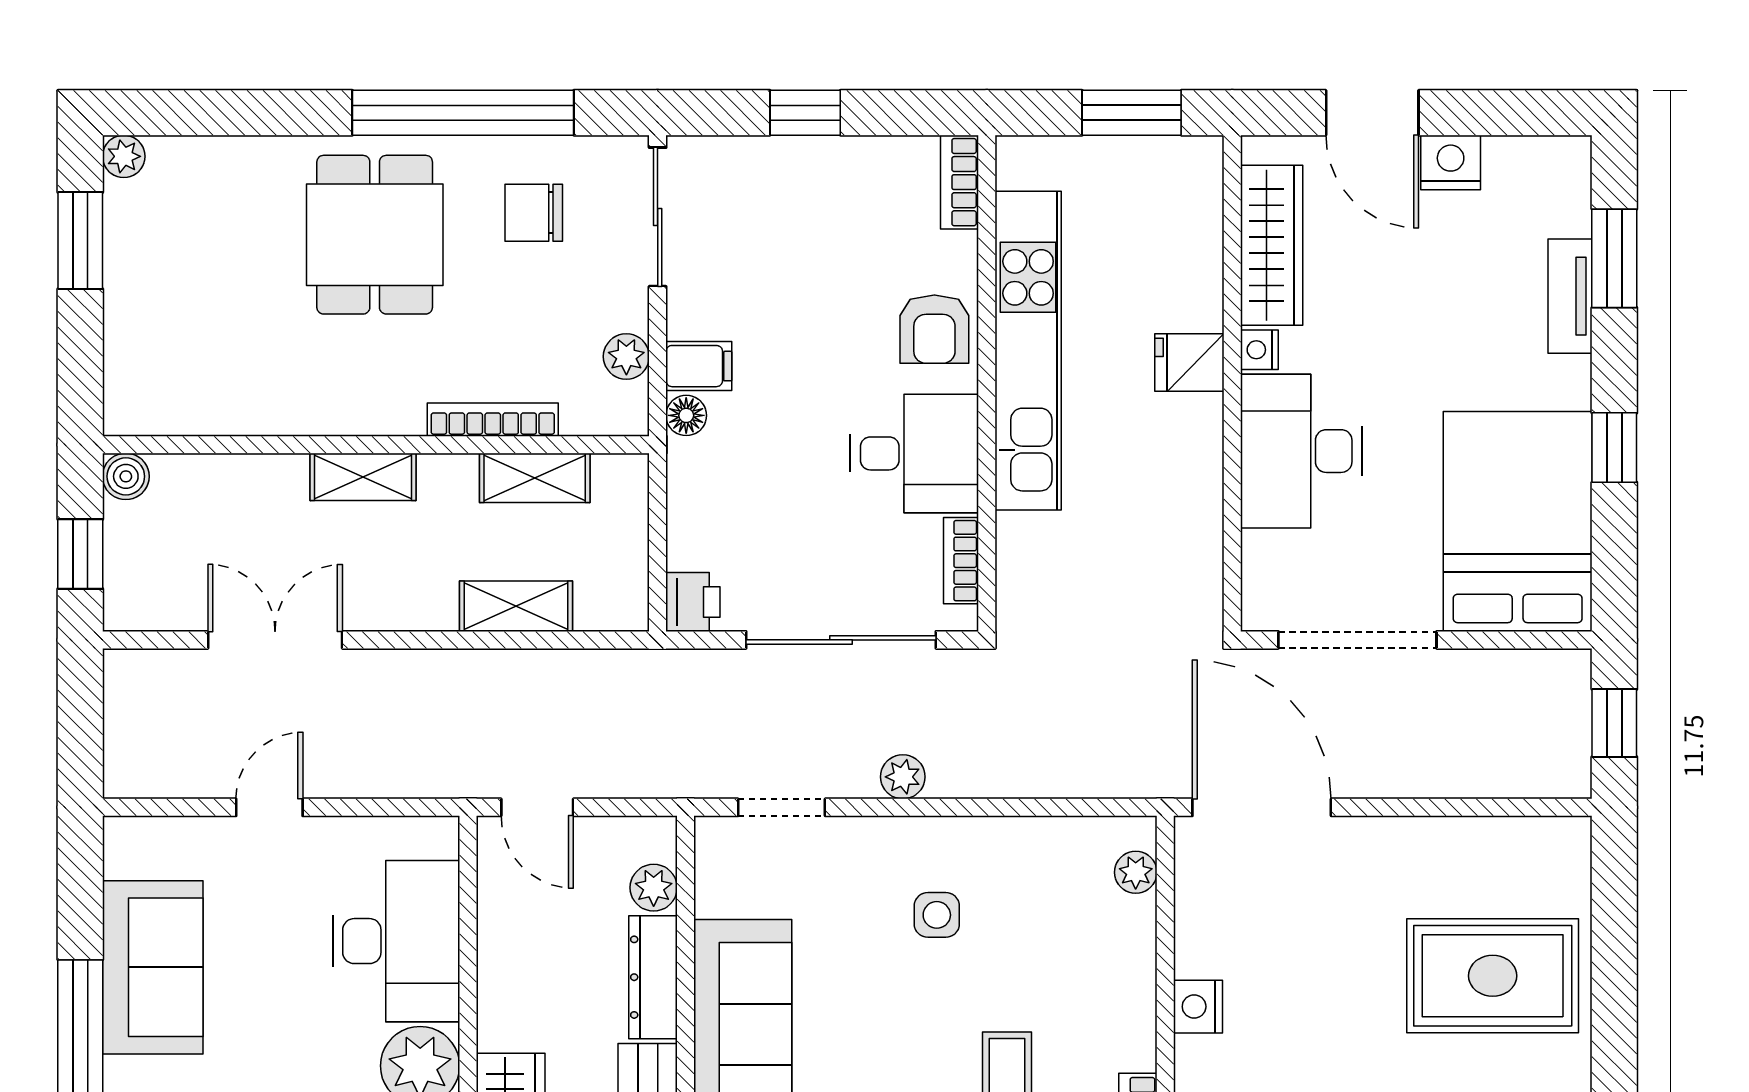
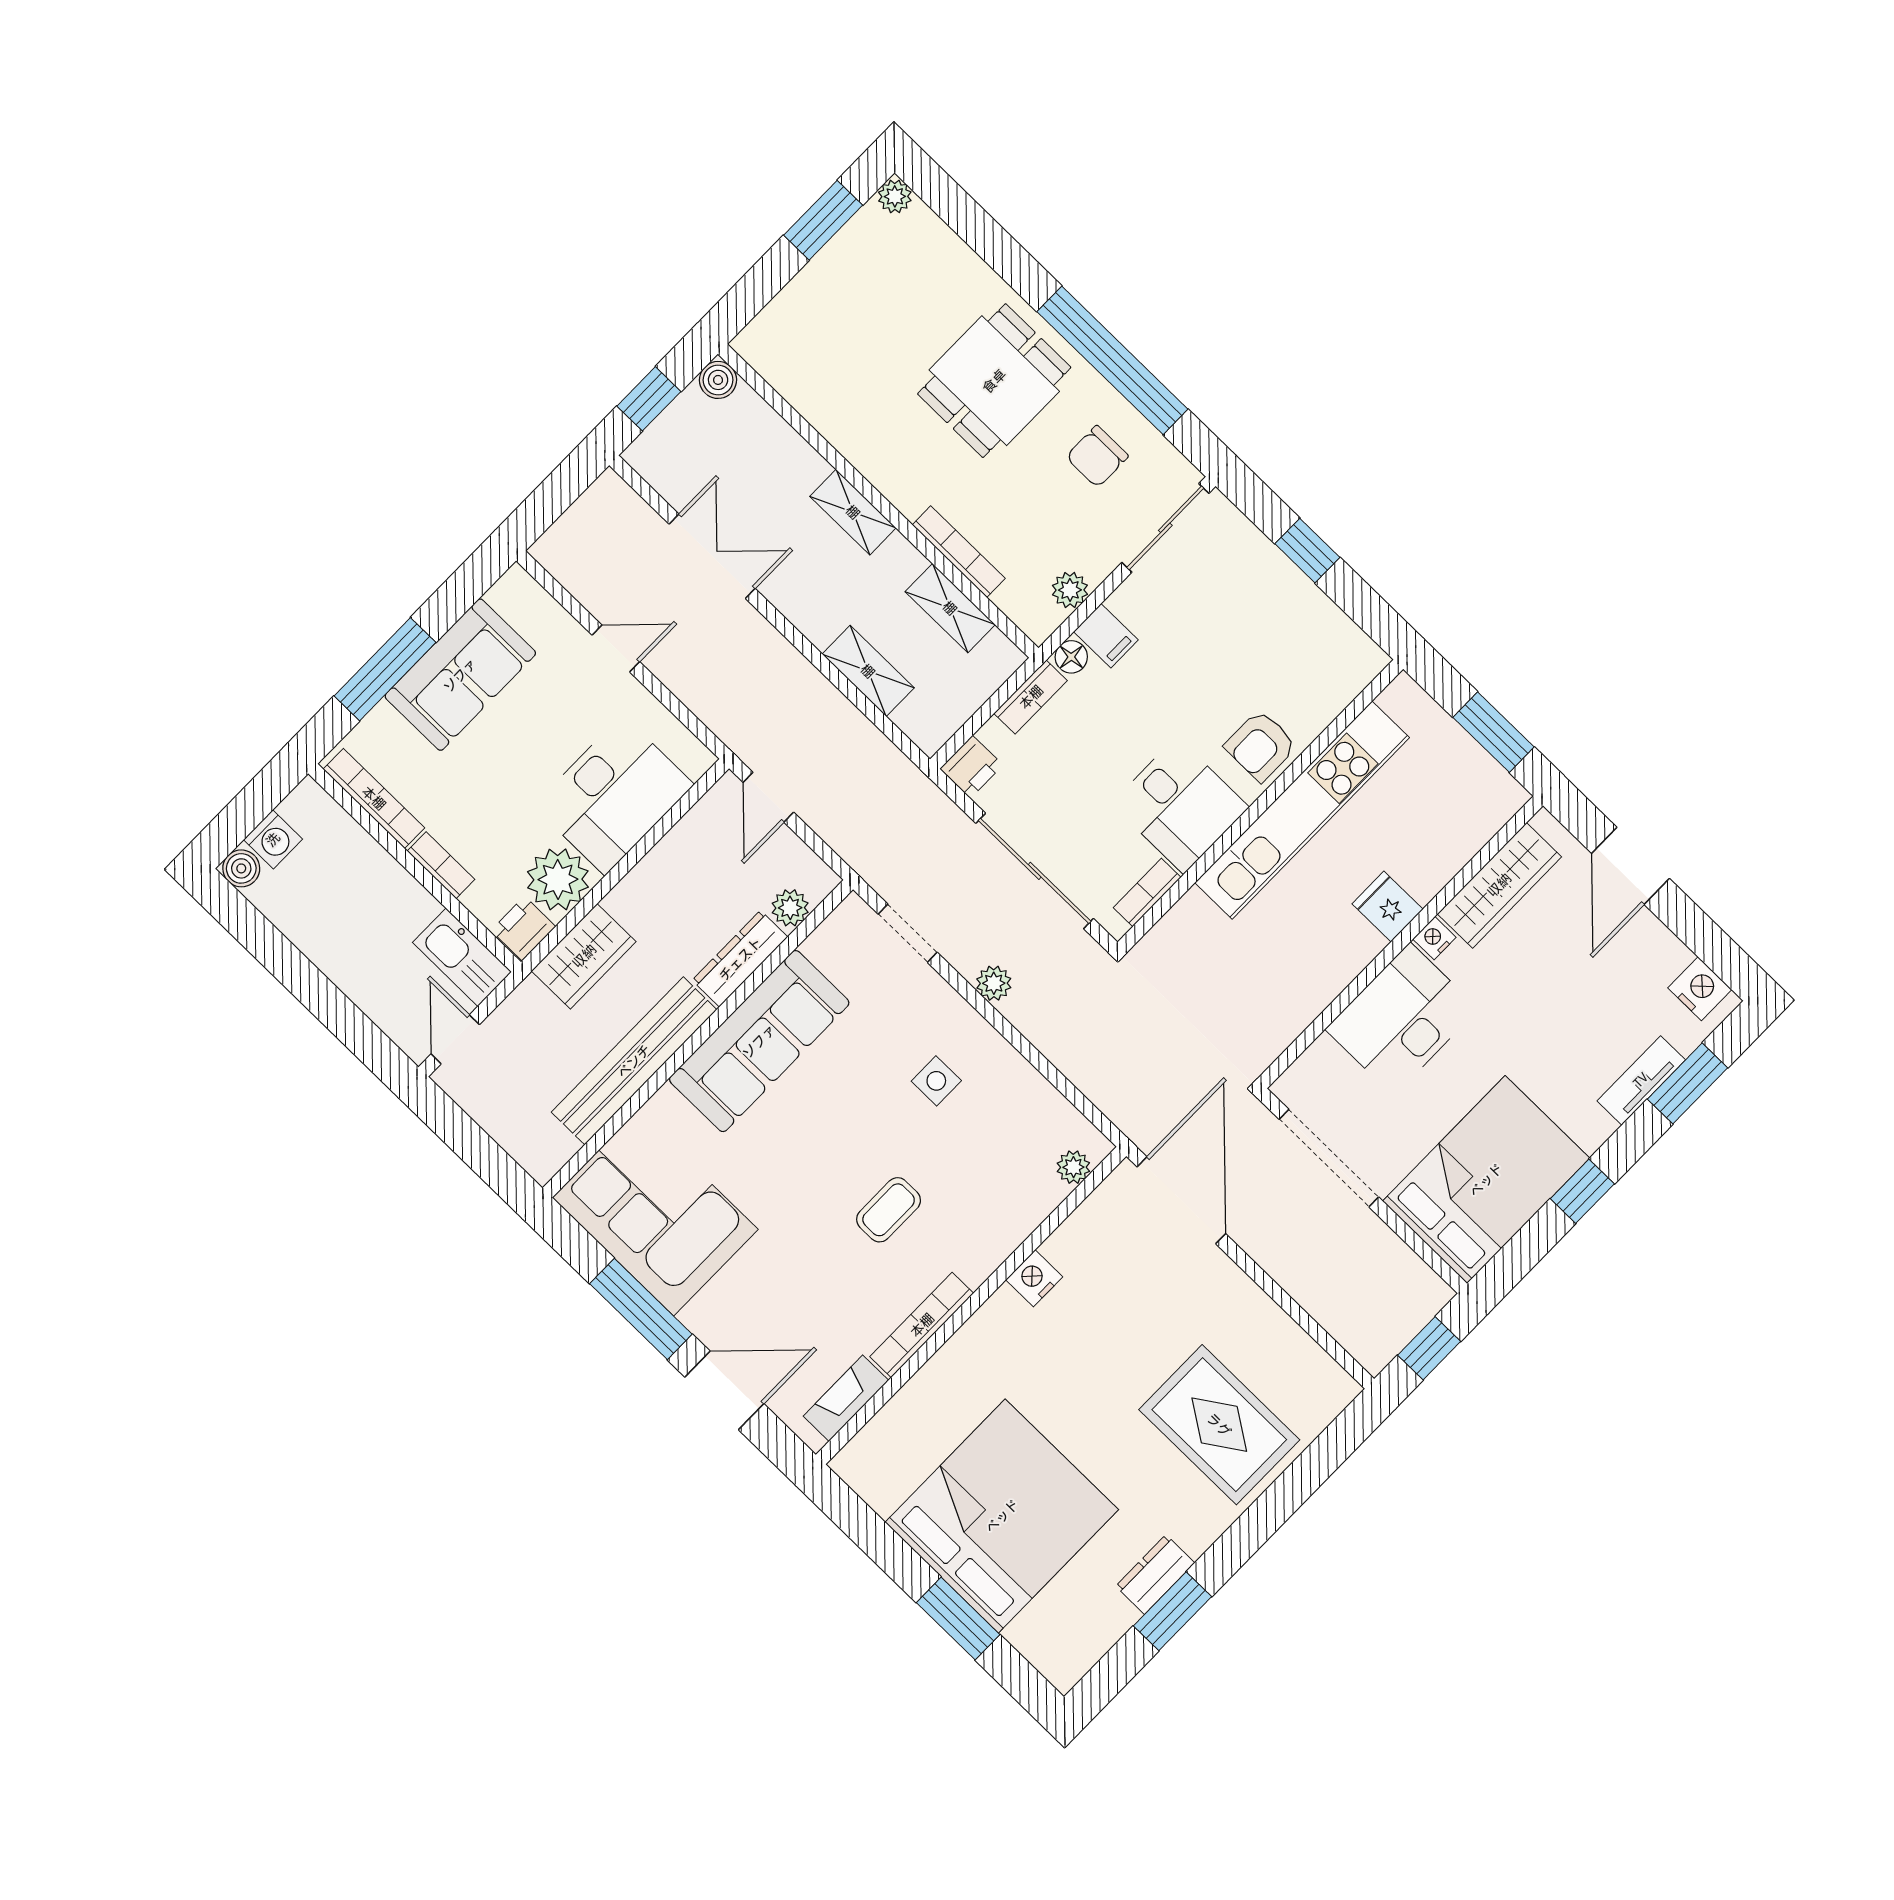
nightstand: (1451, 162) -> (1700, 989), moved
bookcase: (960, 182) -> (1031, 697), moved, turned 180
chair: (534, 213) -> (1097, 457), turned -90

